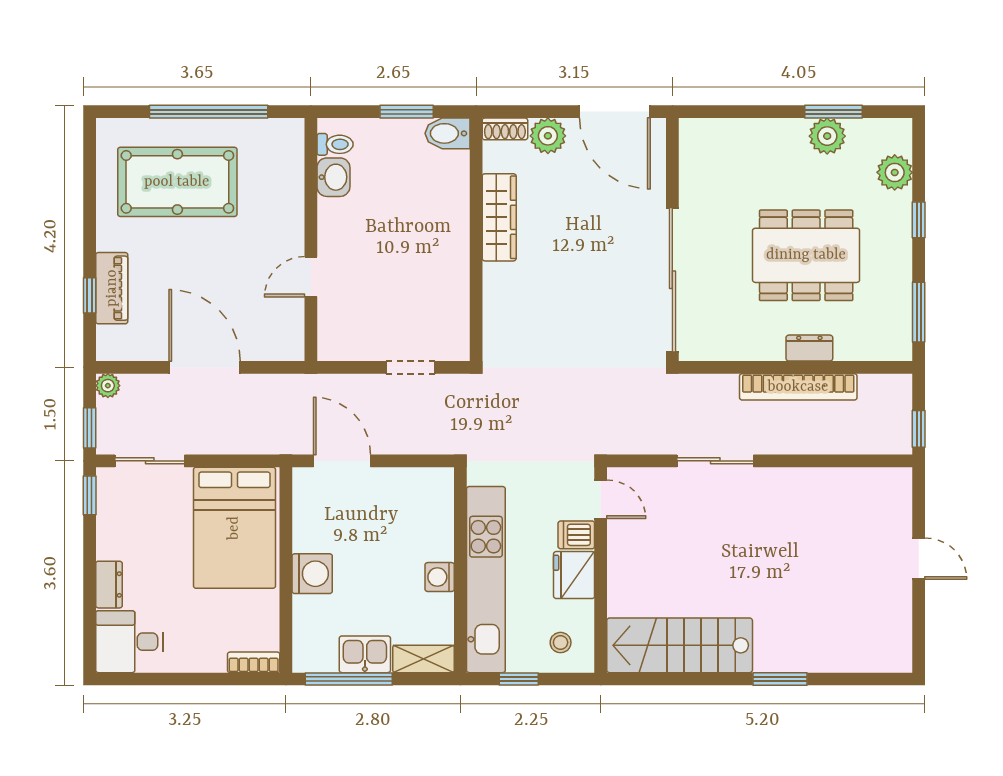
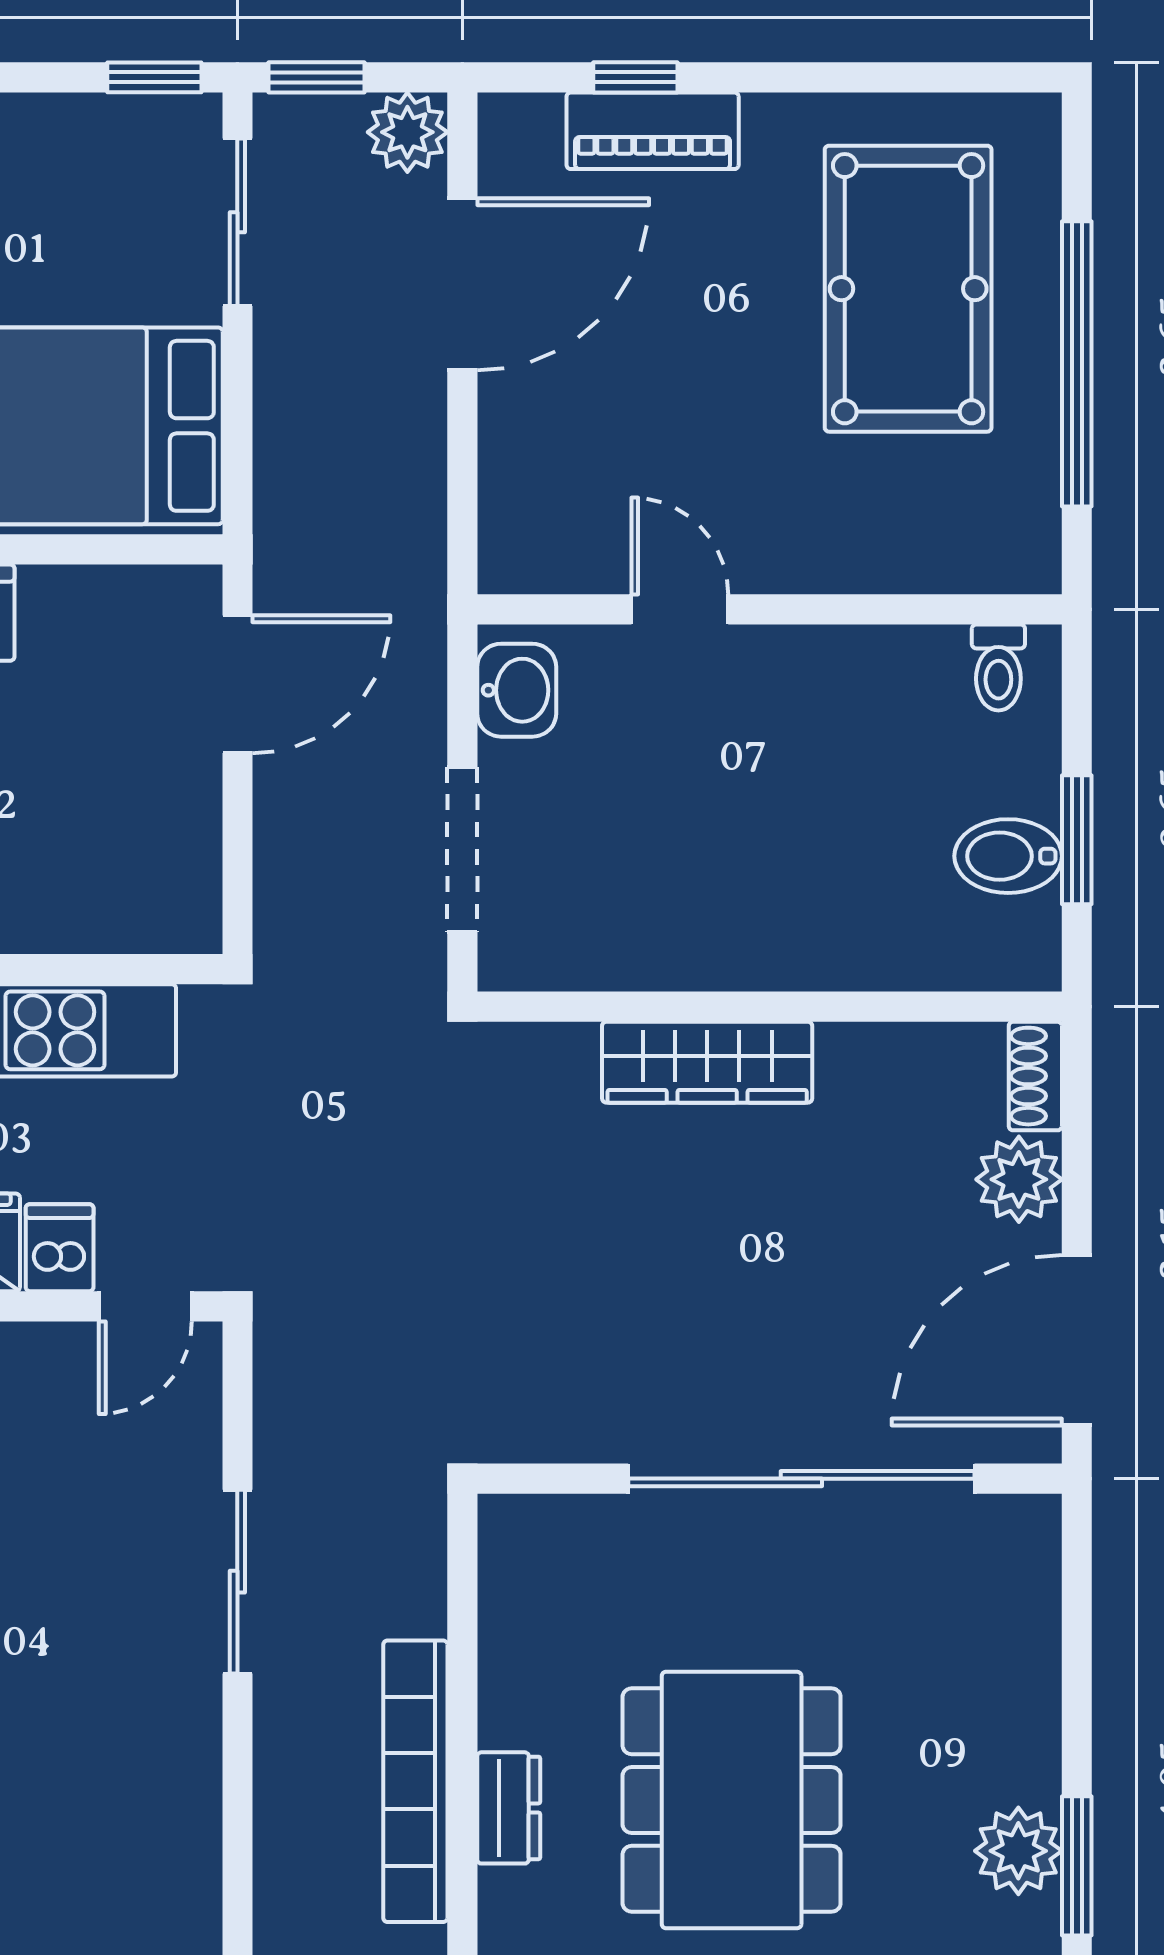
bidet: (447, 133) -> (1008, 856), moved, turned -90
washbasin: (333, 177) -> (517, 690), moved, turned -90
wardrobe: (499, 217) -> (707, 1062), moved
sliding door: (672, 280) -> (801, 1479), moved
door: (205, 367) -> (462, 284), moved
doorway: (411, 367) -> (462, 849), width x1.38
plant: (108, 386) -> (407, 132), width x1.38, depth x1.38

